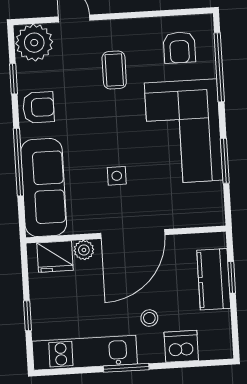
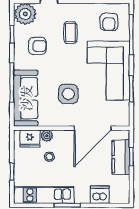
armchair: (38, 107) -> (37, 46), moved
side table: (117, 176) -> (68, 94), width x1.87, depth x1.87
door: (133, 234) -> (93, 128), moved
stool: (149, 318) -> (49, 157), moved

